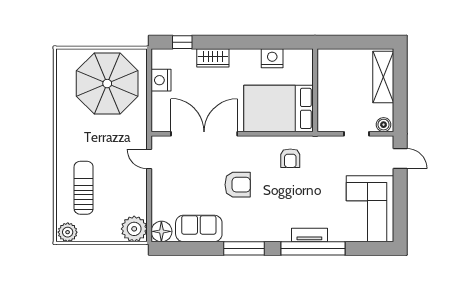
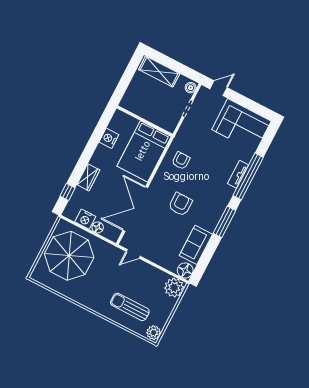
floor lamp: (159, 100) -> (98, 227), added
armchair: (290, 158) -> (181, 161), turned -90

